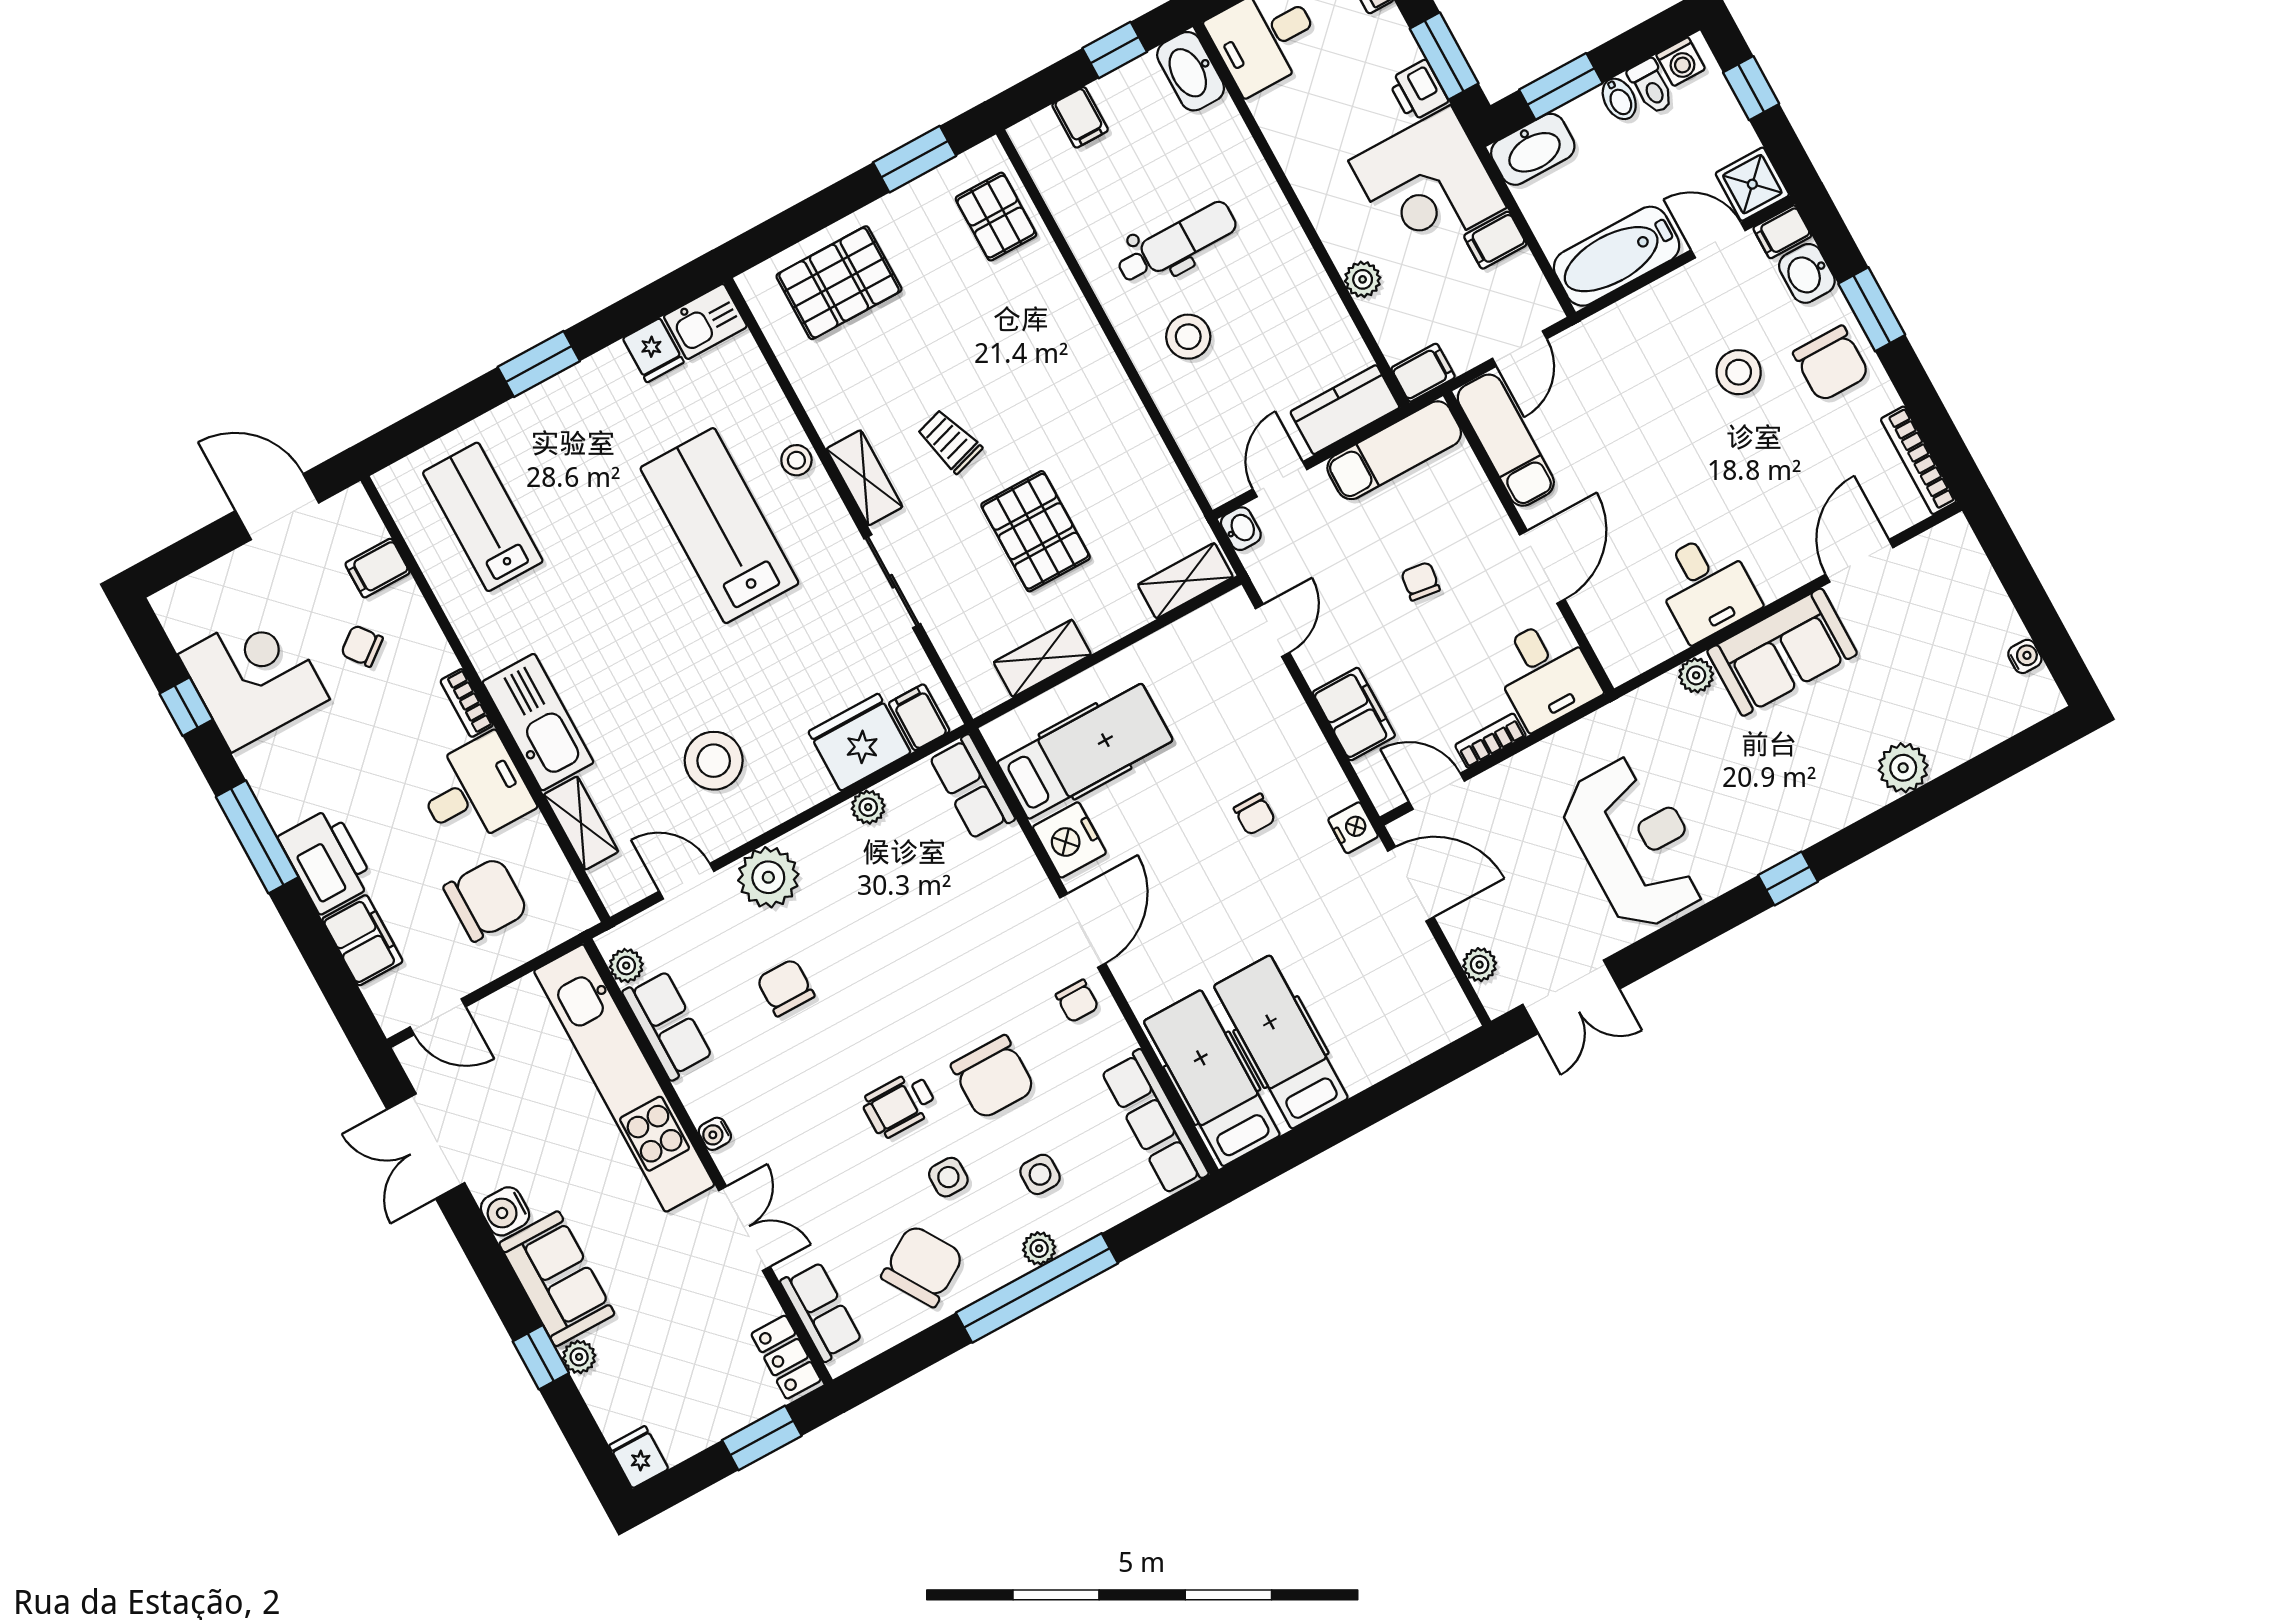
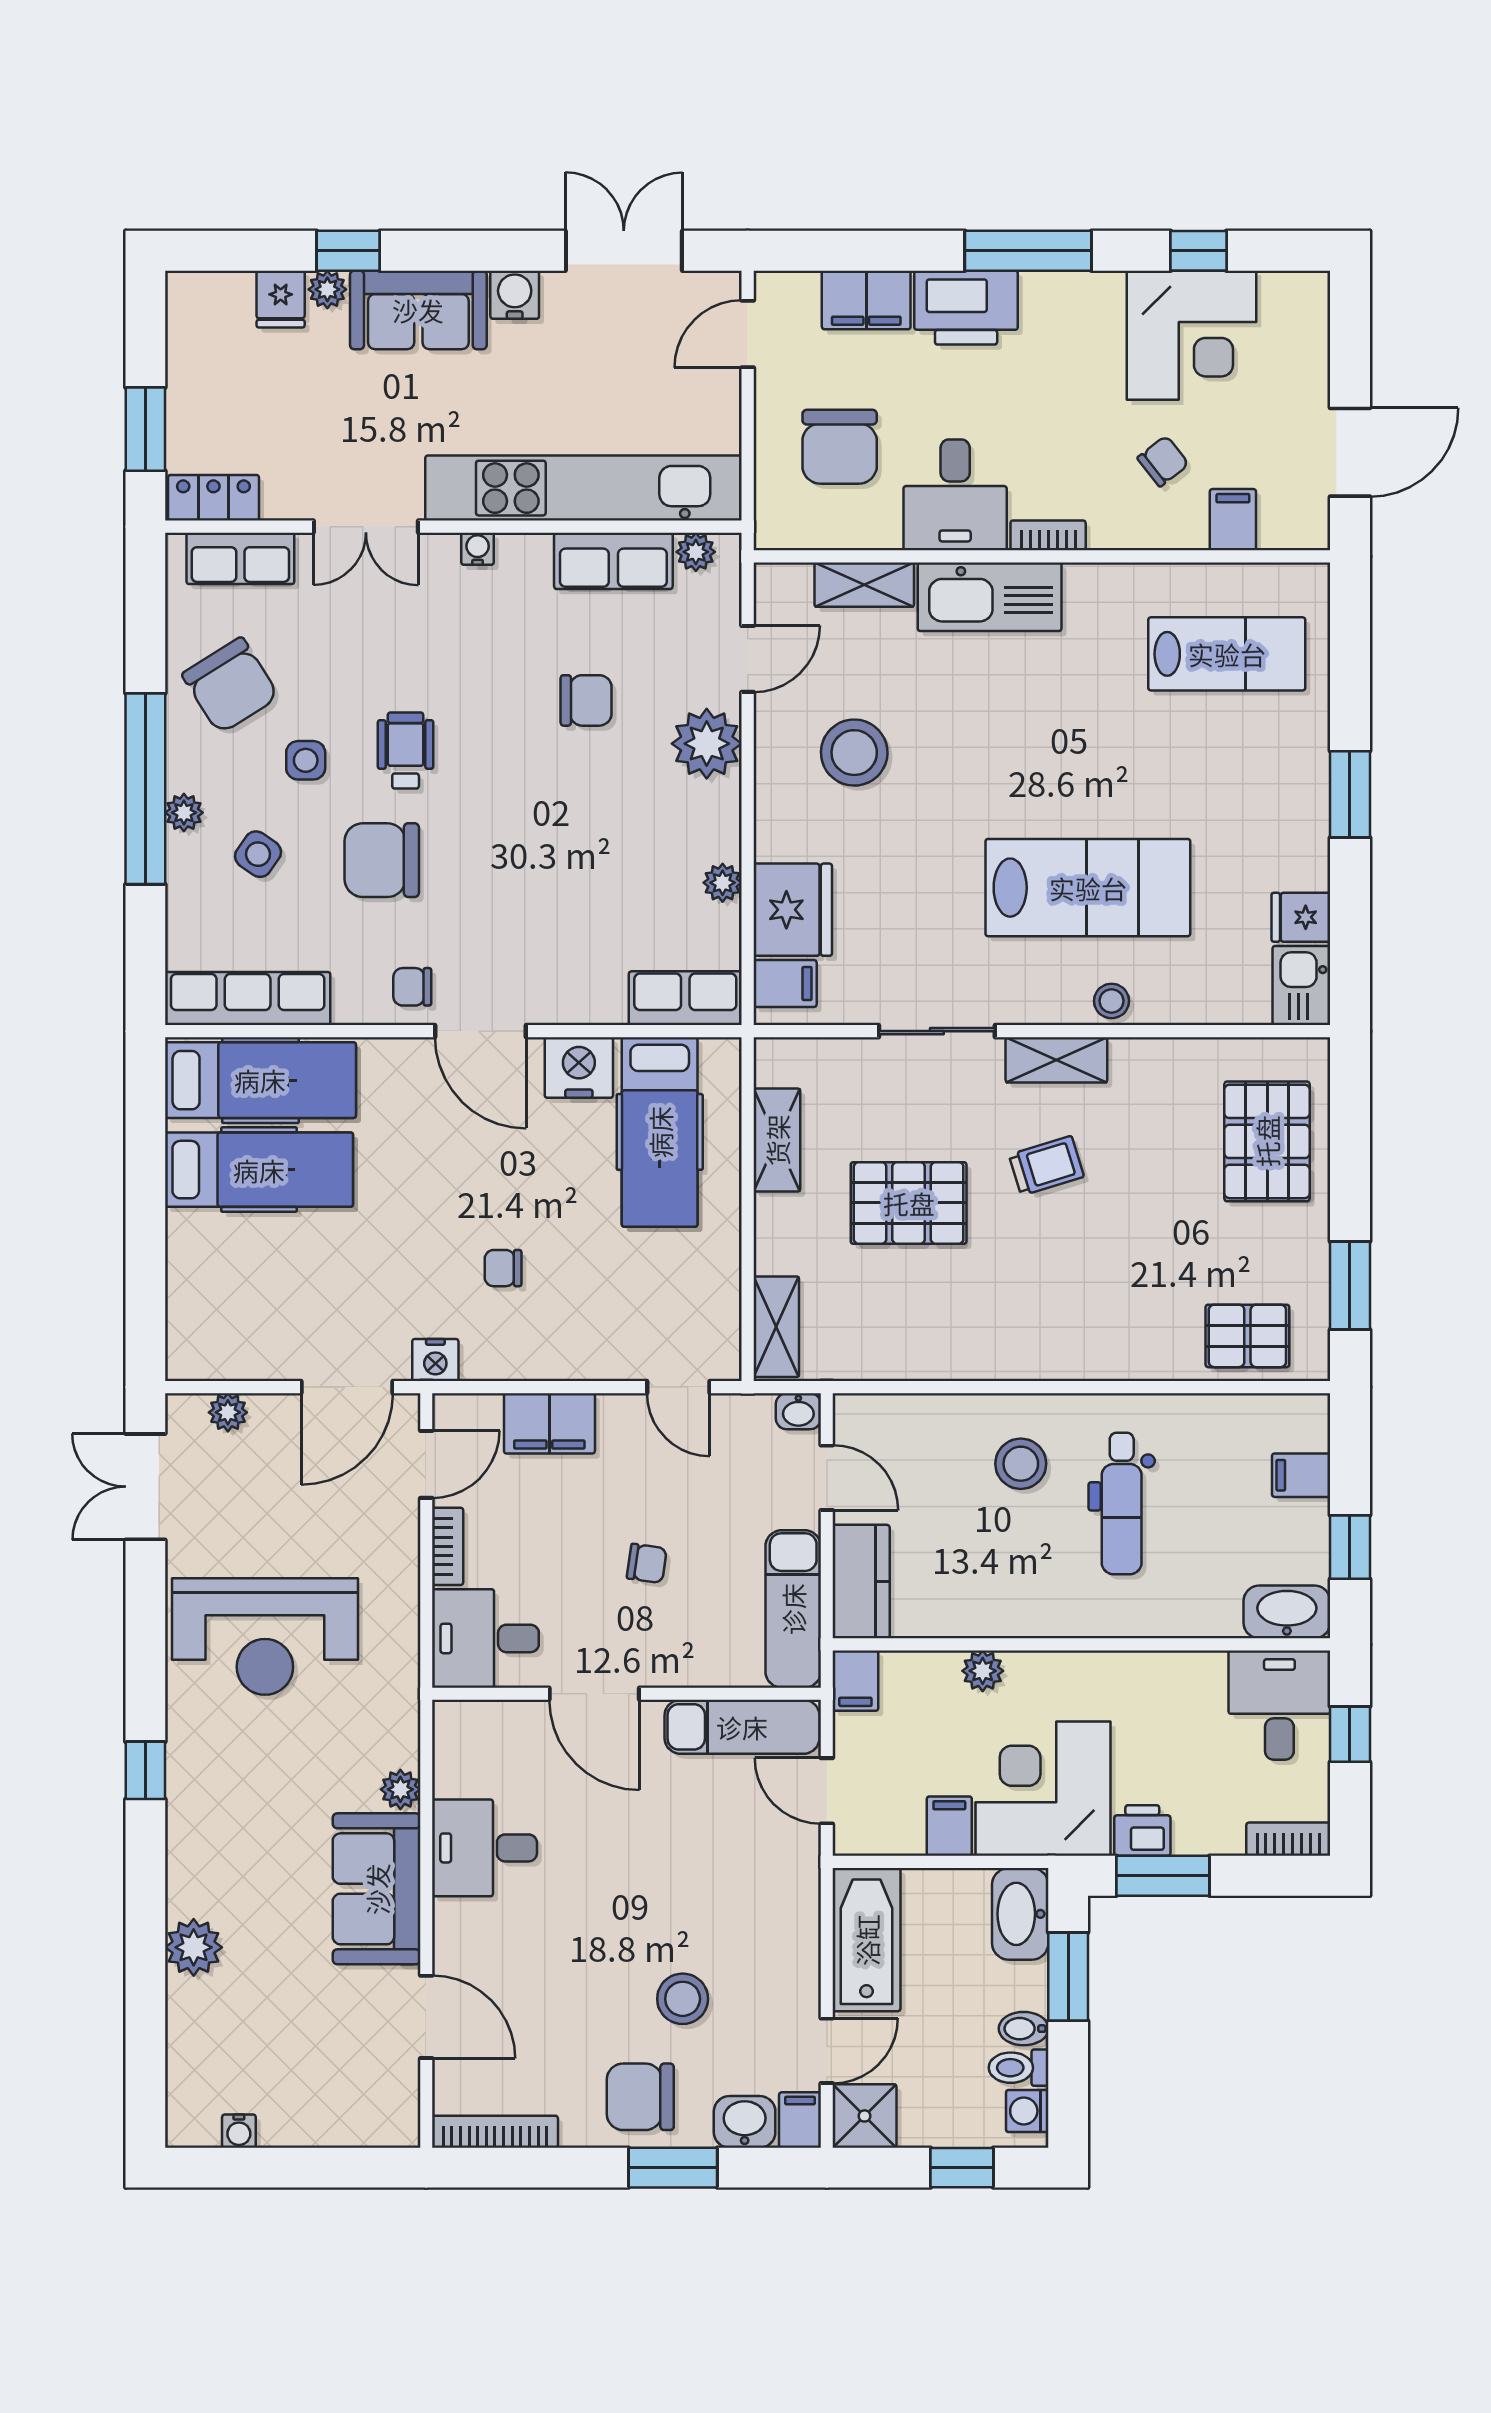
side table: (1040, 1174) -> (258, 854), turned 35
fridge: (639, 1457) -> (281, 299), moved, turned 90

